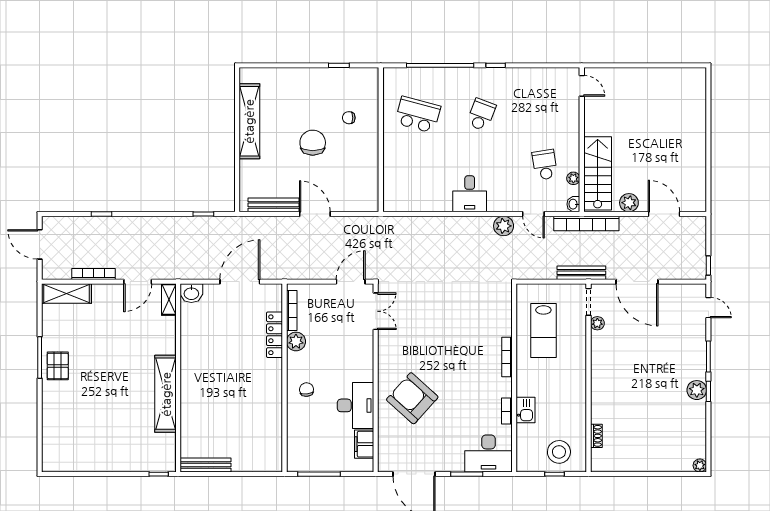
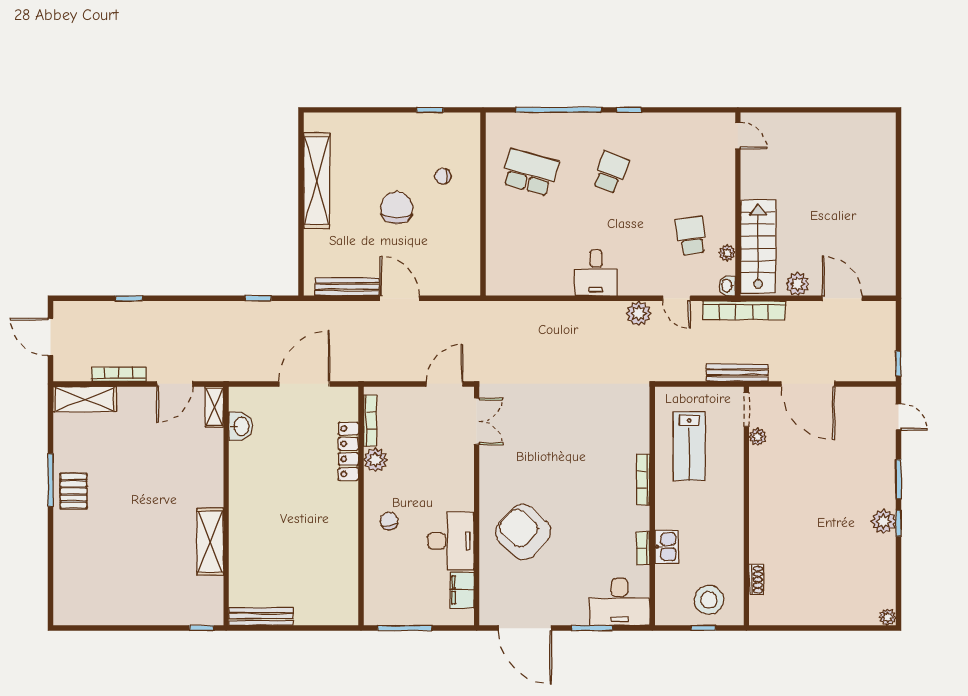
washbasin: (191, 293) -> (241, 426), moved, turned -90
shelving: (166, 394) -> (210, 542), width x0.68

